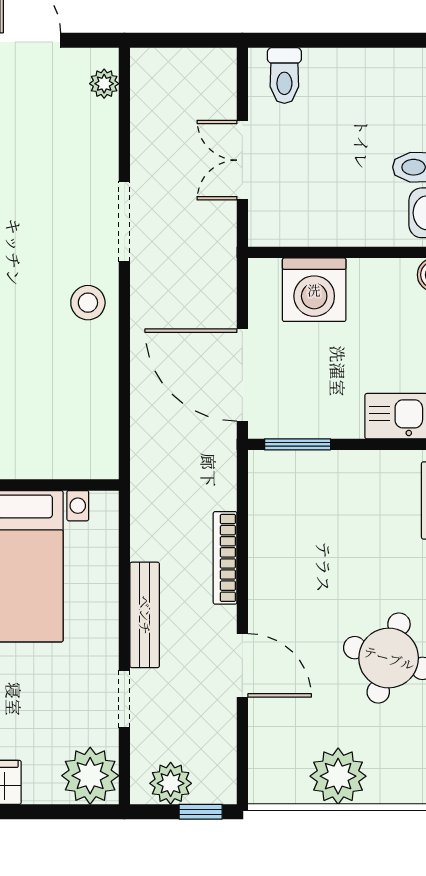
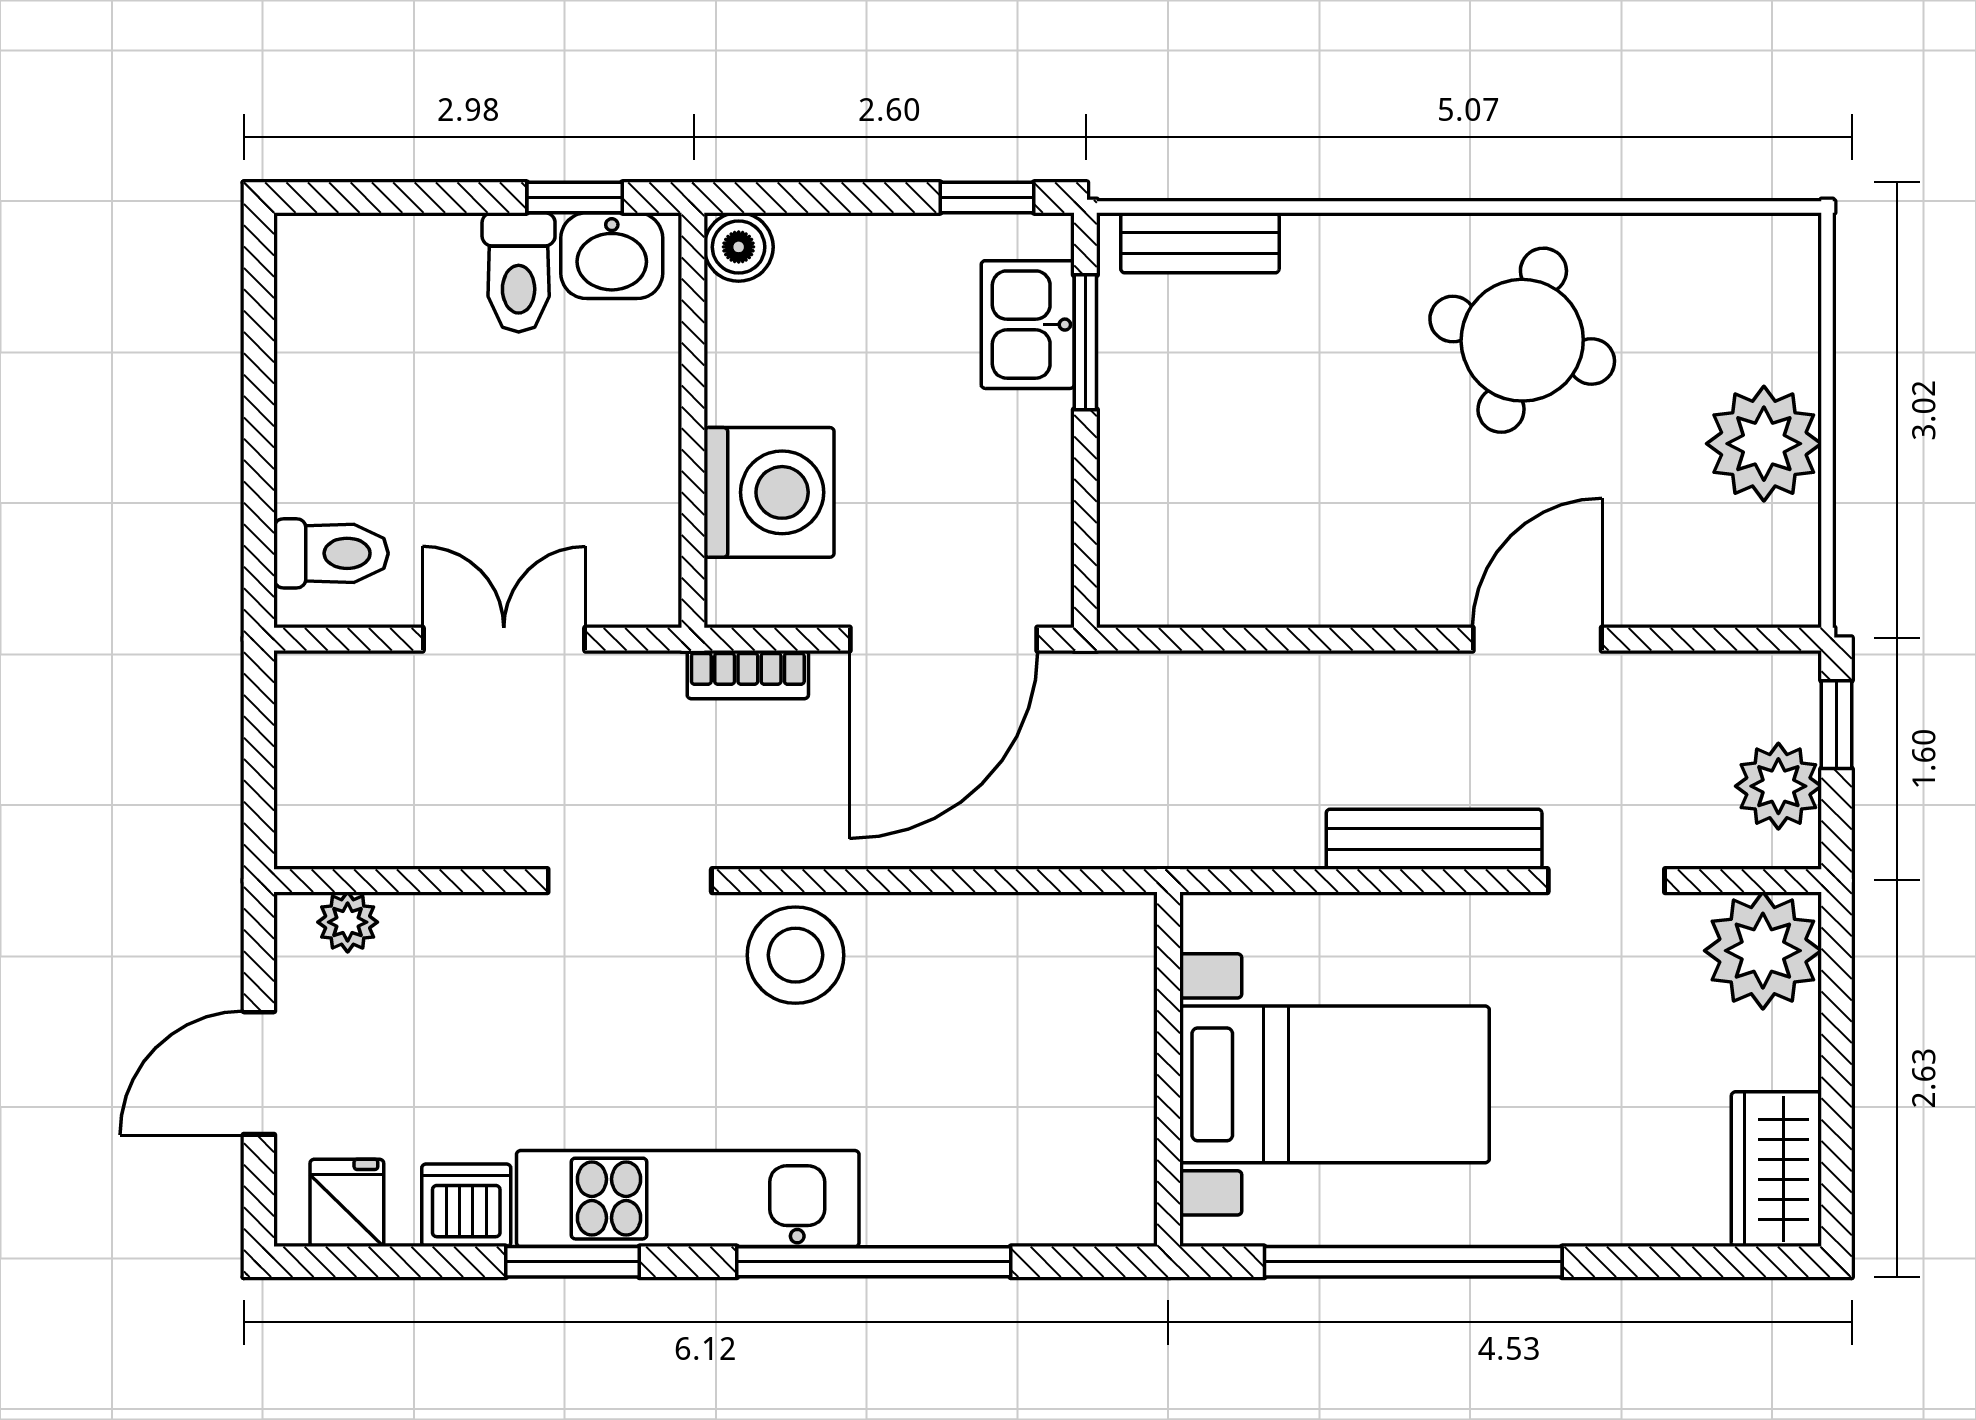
double door: (242, 160) -> (504, 639), swing flipped
stool: (88, 303) -> (795, 955), width x1.38, depth x1.38
window: (298, 444) -> (1085, 342), moved
bookcase: (225, 558) -> (748, 675), moved, width x0.64

